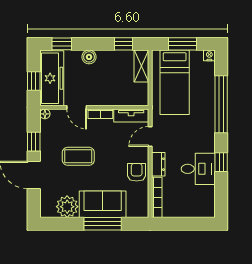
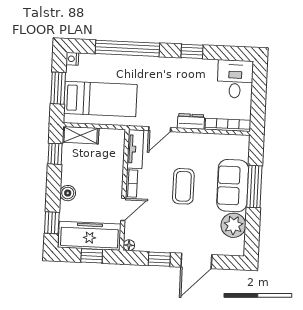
door: (150, 136) -> (160, 129), hinge flipped
coffee table: (78, 156) -> (183, 186), moved
desk: (198, 169) -> (235, 79), moved
armchair: (137, 172) -> (199, 146), removed

